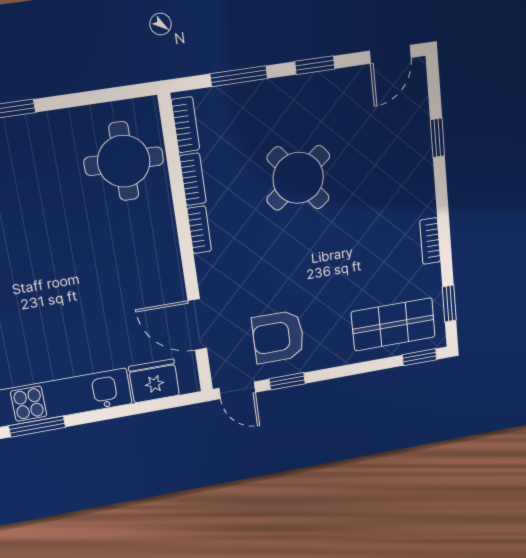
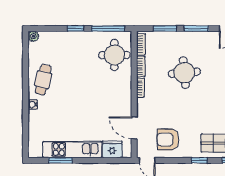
window: (315, 65) -> (196, 29), width x1.50
window: (97, 97) -> (108, 29), added
round table: (298, 178) -> (184, 73), turned 33
window: (287, 381) -> (199, 160), moved

